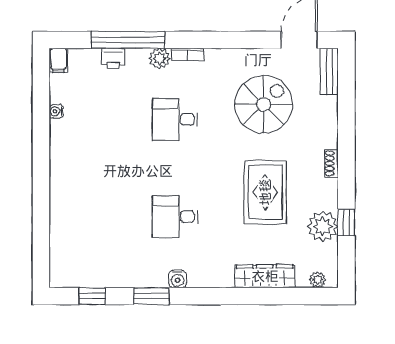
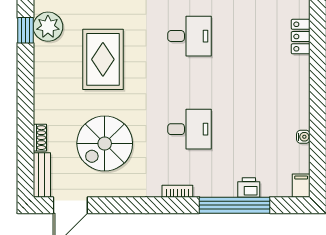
plant: (159, 59) -> (204, 187), removed
shoe rack: (331, 163) -> (40, 138), moved
locker: (59, 216) -> (301, 37), added

